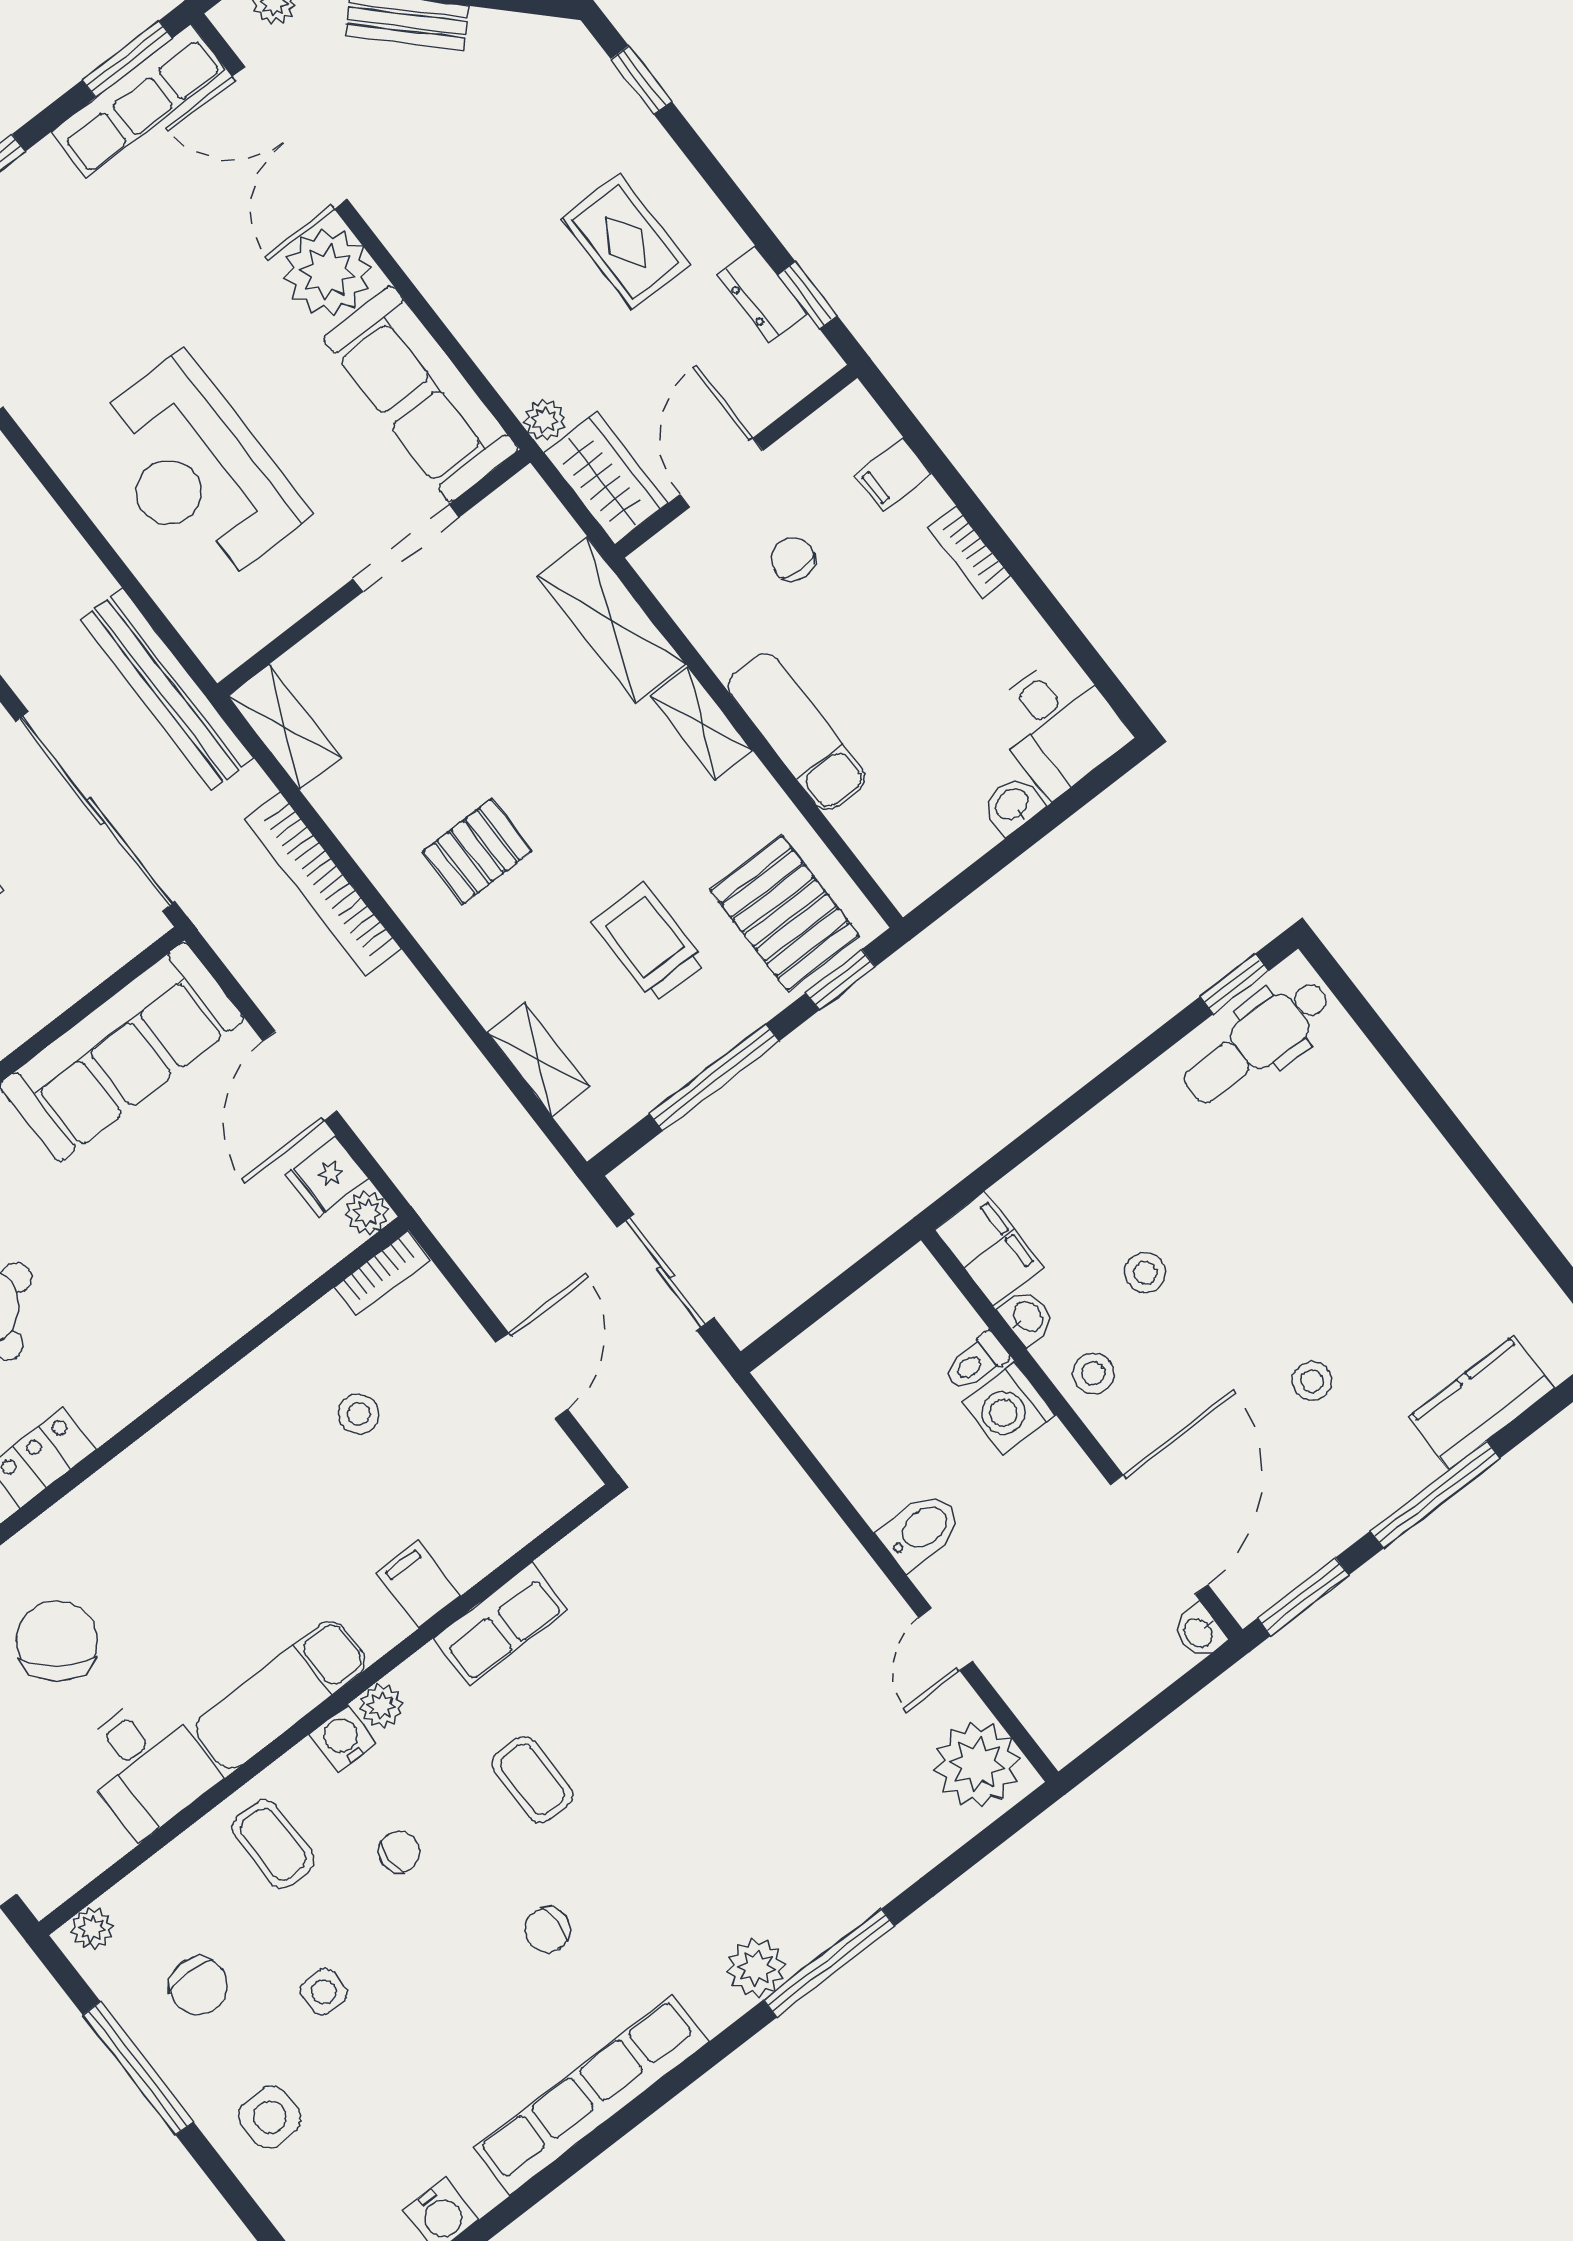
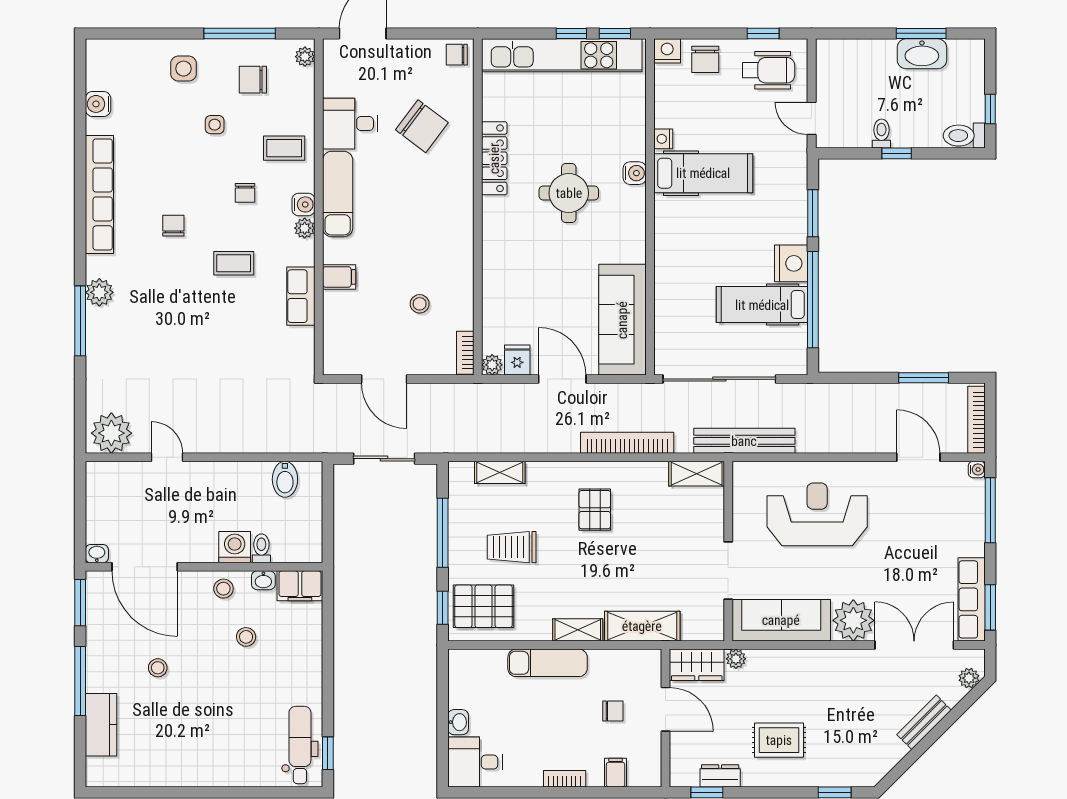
trolley: (649, 943) -> (512, 547), turned 180
bidet: (920, 1530) -> (285, 479), moved

